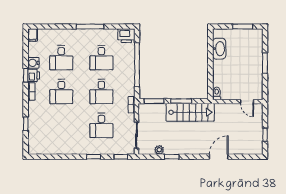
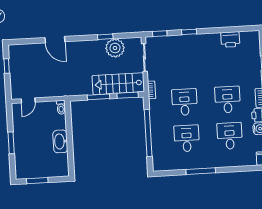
printer: (126, 36) -> (230, 39), moved, turned 180
washbasin: (219, 49) -> (60, 141), moved
door: (247, 102) -> (28, 100), swing flipped
stairs: (190, 112) -> (118, 84), moved
desk: (101, 125) -> (182, 66), removed
plant: (159, 150) -> (115, 48), width x1.88, depth x1.88
door: (219, 157) -> (55, 40), hinge flipped

